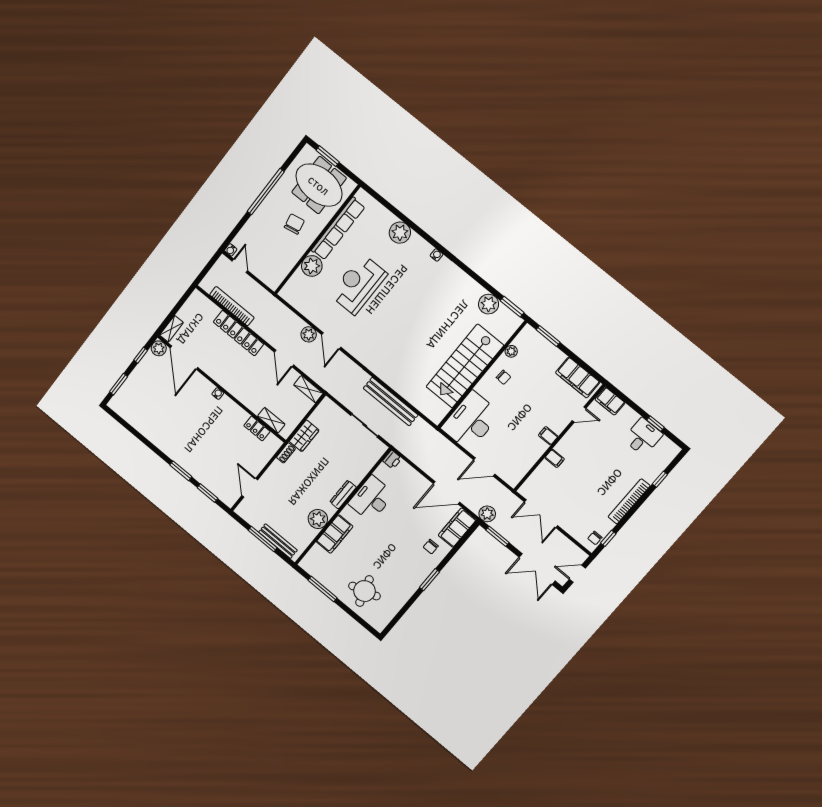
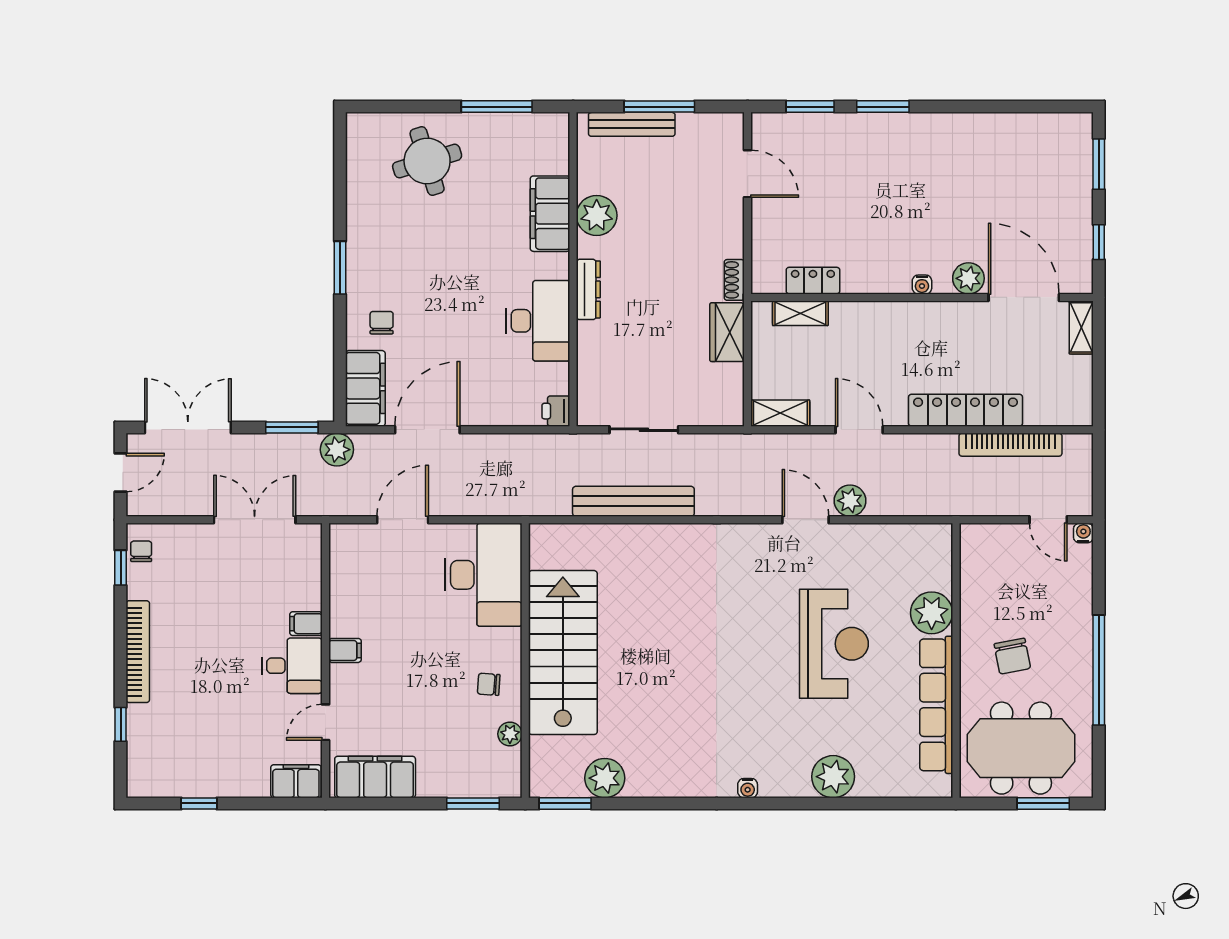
plant: (159, 348) -> (968, 278), moved
desk: (643, 437) -> (292, 666), moved, turned -90

